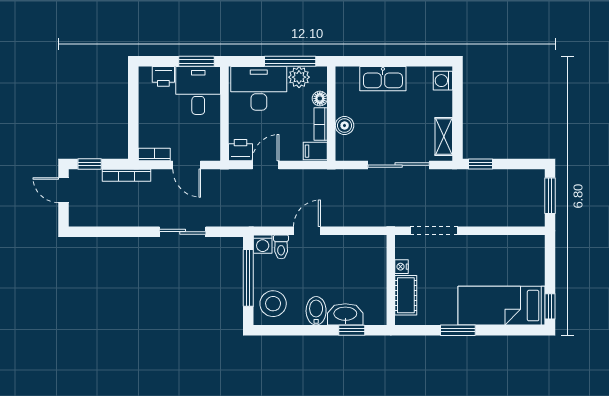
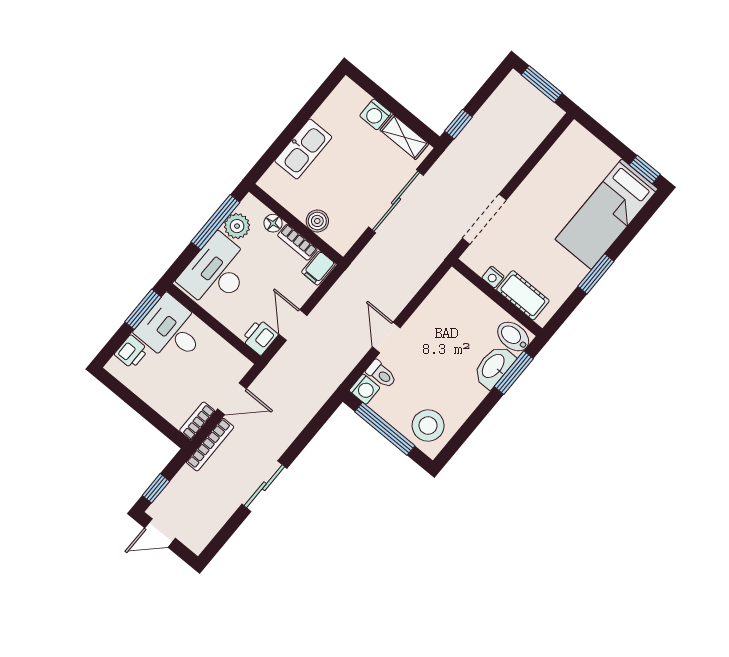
washing machine: (443, 81) -> (375, 114), moved
bookcase: (127, 175) -> (210, 445), moved
sliding door: (183, 232) -> (264, 486), moved
bidet: (316, 311) -> (513, 336), moved
window: (352, 330) -> (514, 373), width x1.50

